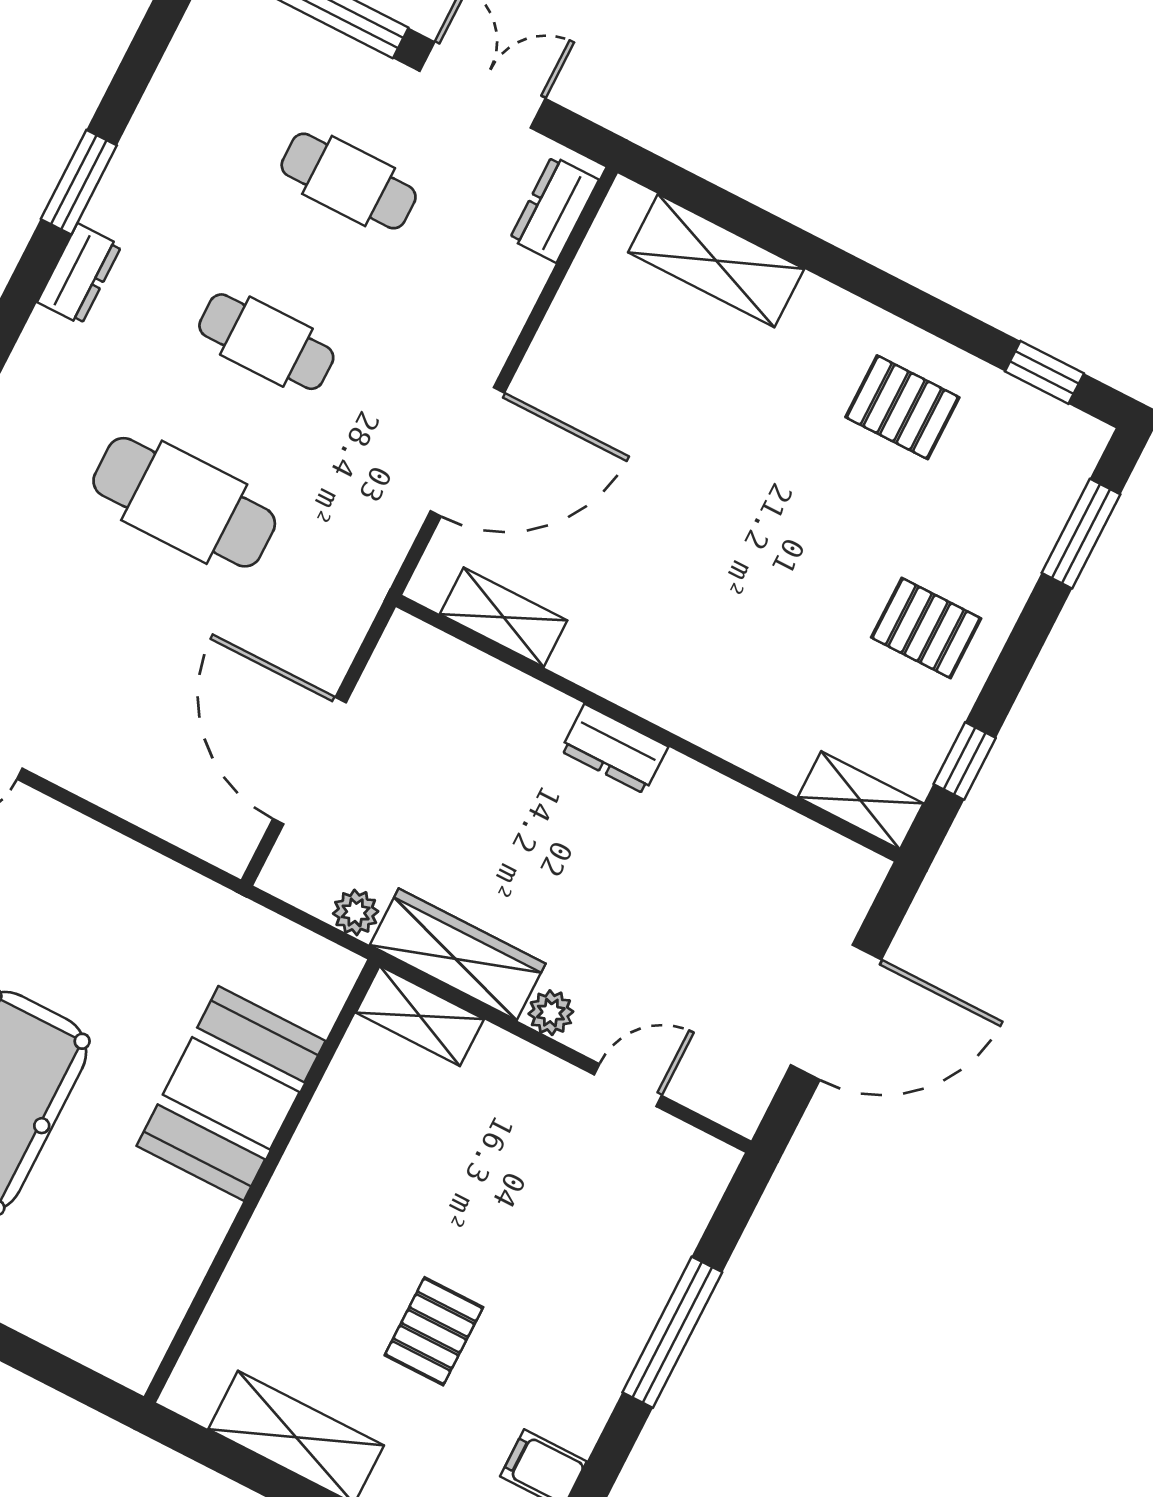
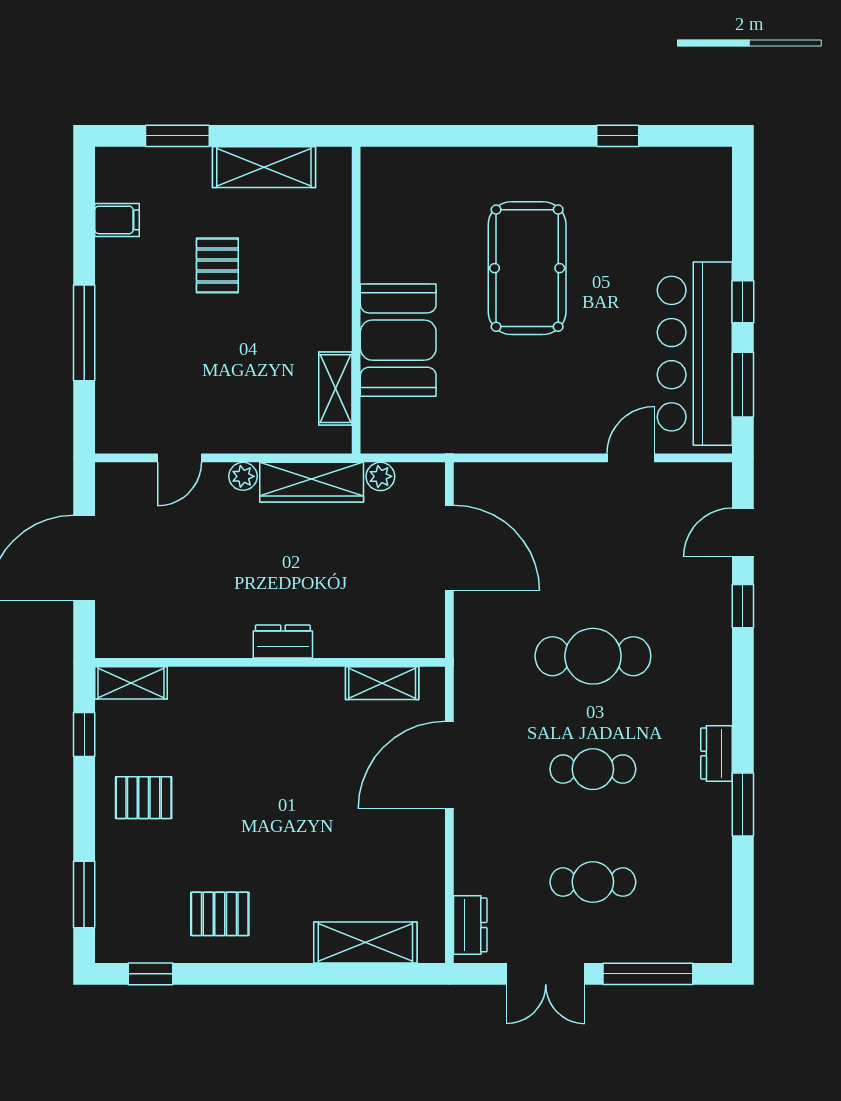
shelving: (420, 1016) -> (335, 389), moved, turned 90

